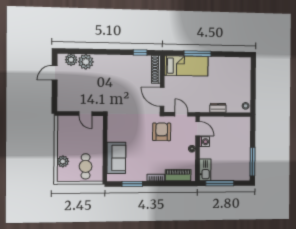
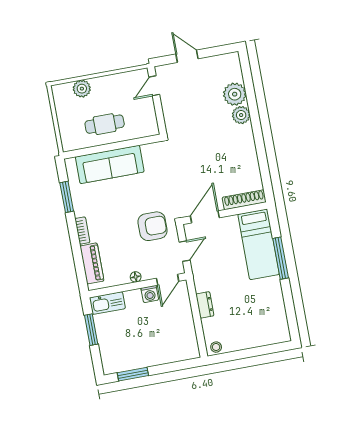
window: (140, 52) -> (265, 171), removed
plant: (71, 60) -> (241, 115), moved
door: (55, 73) -> (187, 56), moved
door: (85, 114) -> (154, 86), moved
sofa: (116, 158) -> (110, 164), width x1.36
window: (252, 162) -> (133, 374), width x0.69
cafe table: (86, 166) -> (105, 124), moved
window: (220, 183) -> (91, 330), width x0.69

